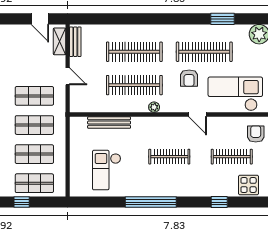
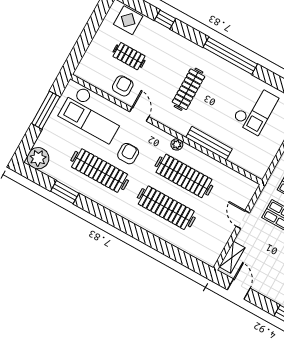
bench: (75, 42) -> (217, 249), removed
bench: (109, 123) -> (209, 143), moved
armchair: (256, 134) -> (123, 86), moved, turned 180
clothes rail: (169, 157) -> (188, 89), turned 90
clothes rail: (232, 157) -> (129, 56), width x0.73

